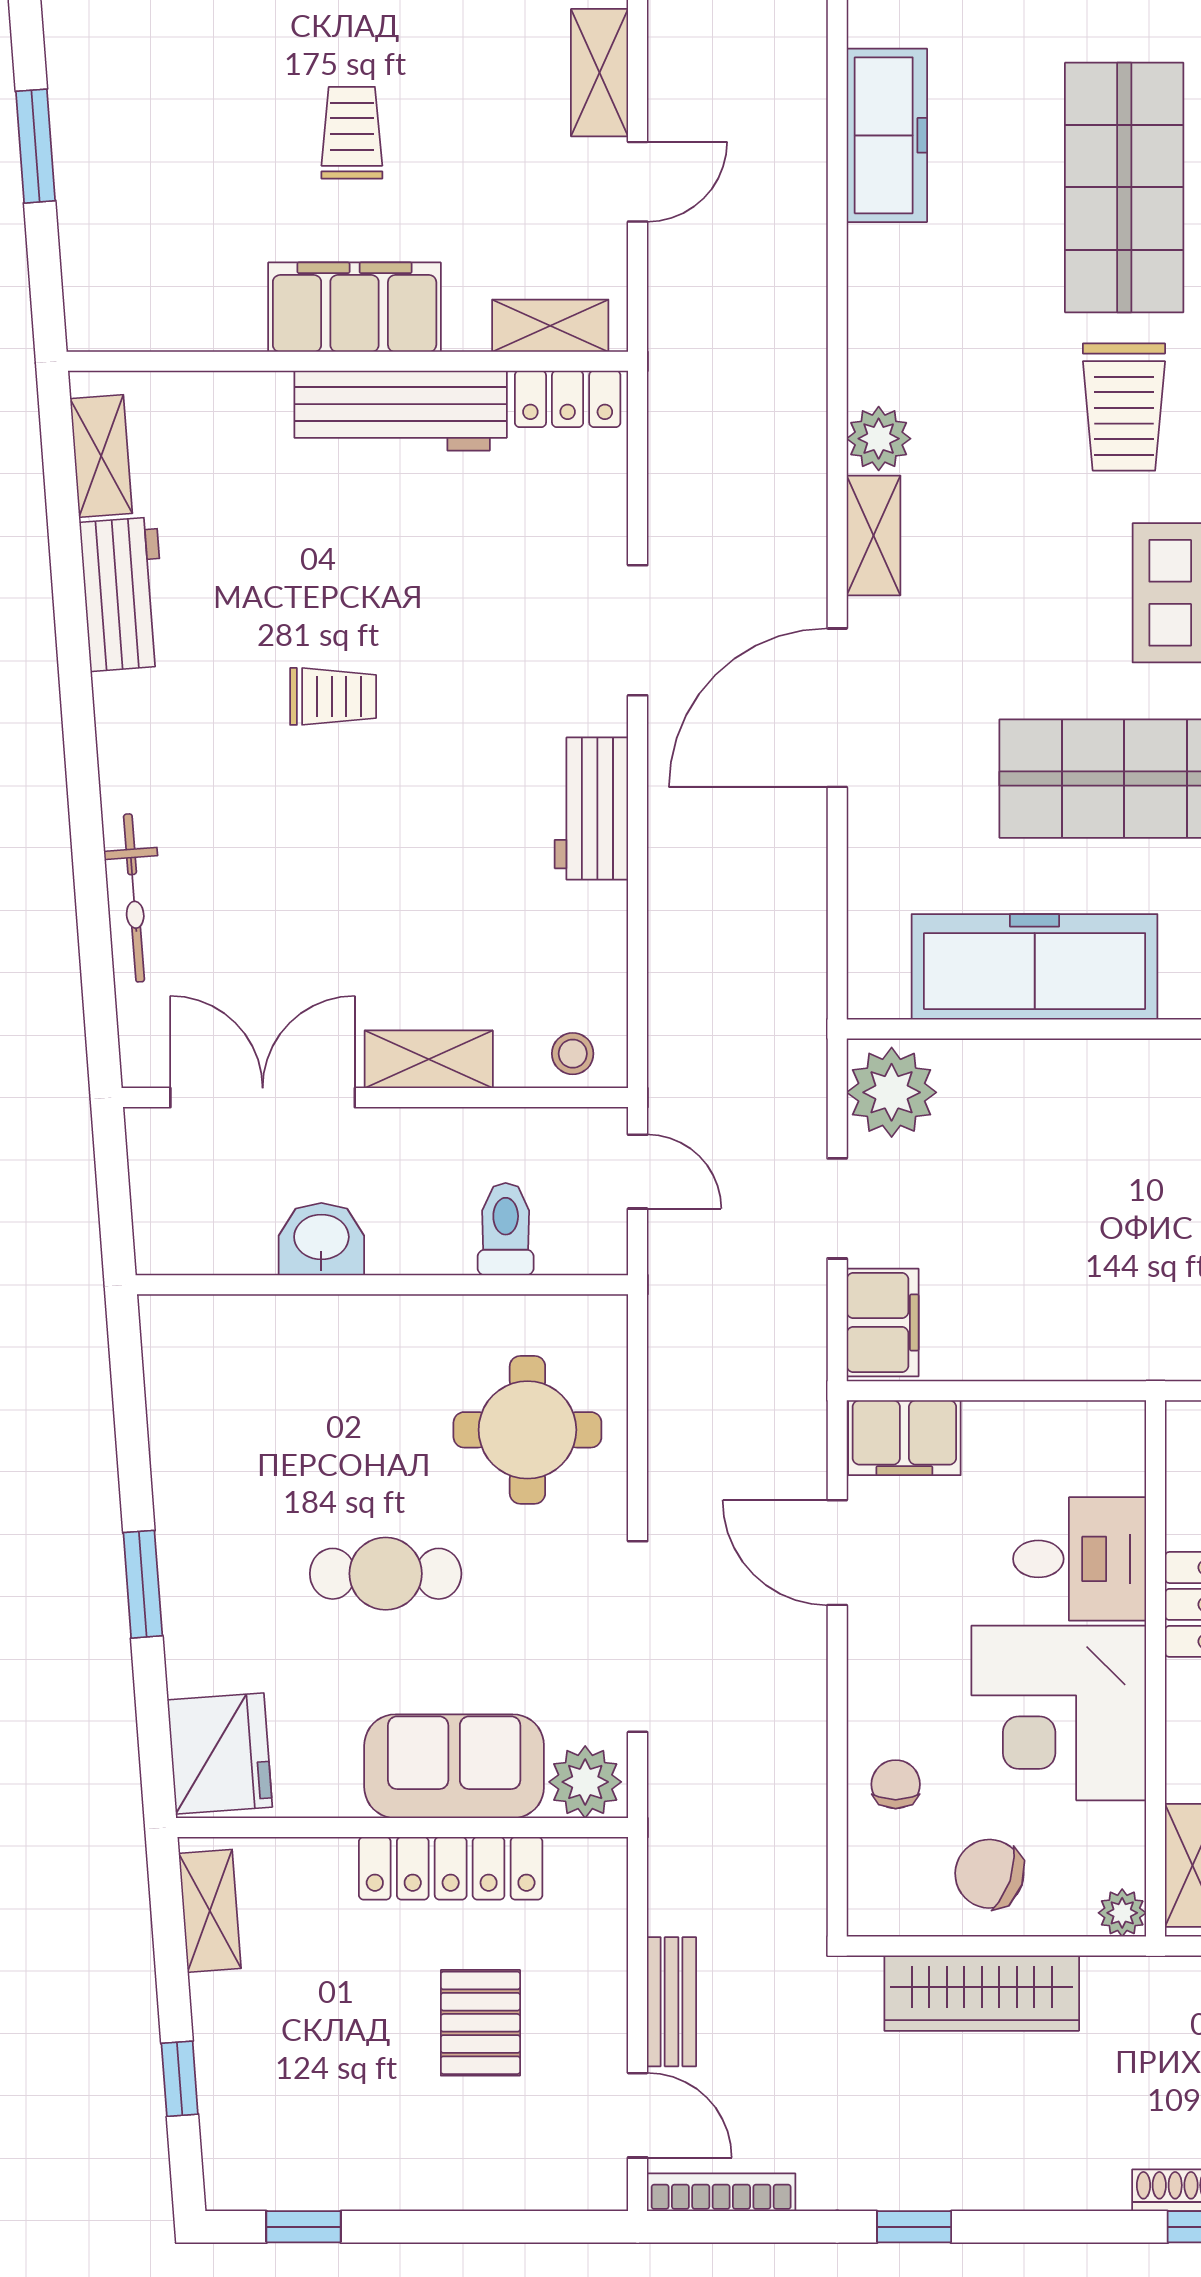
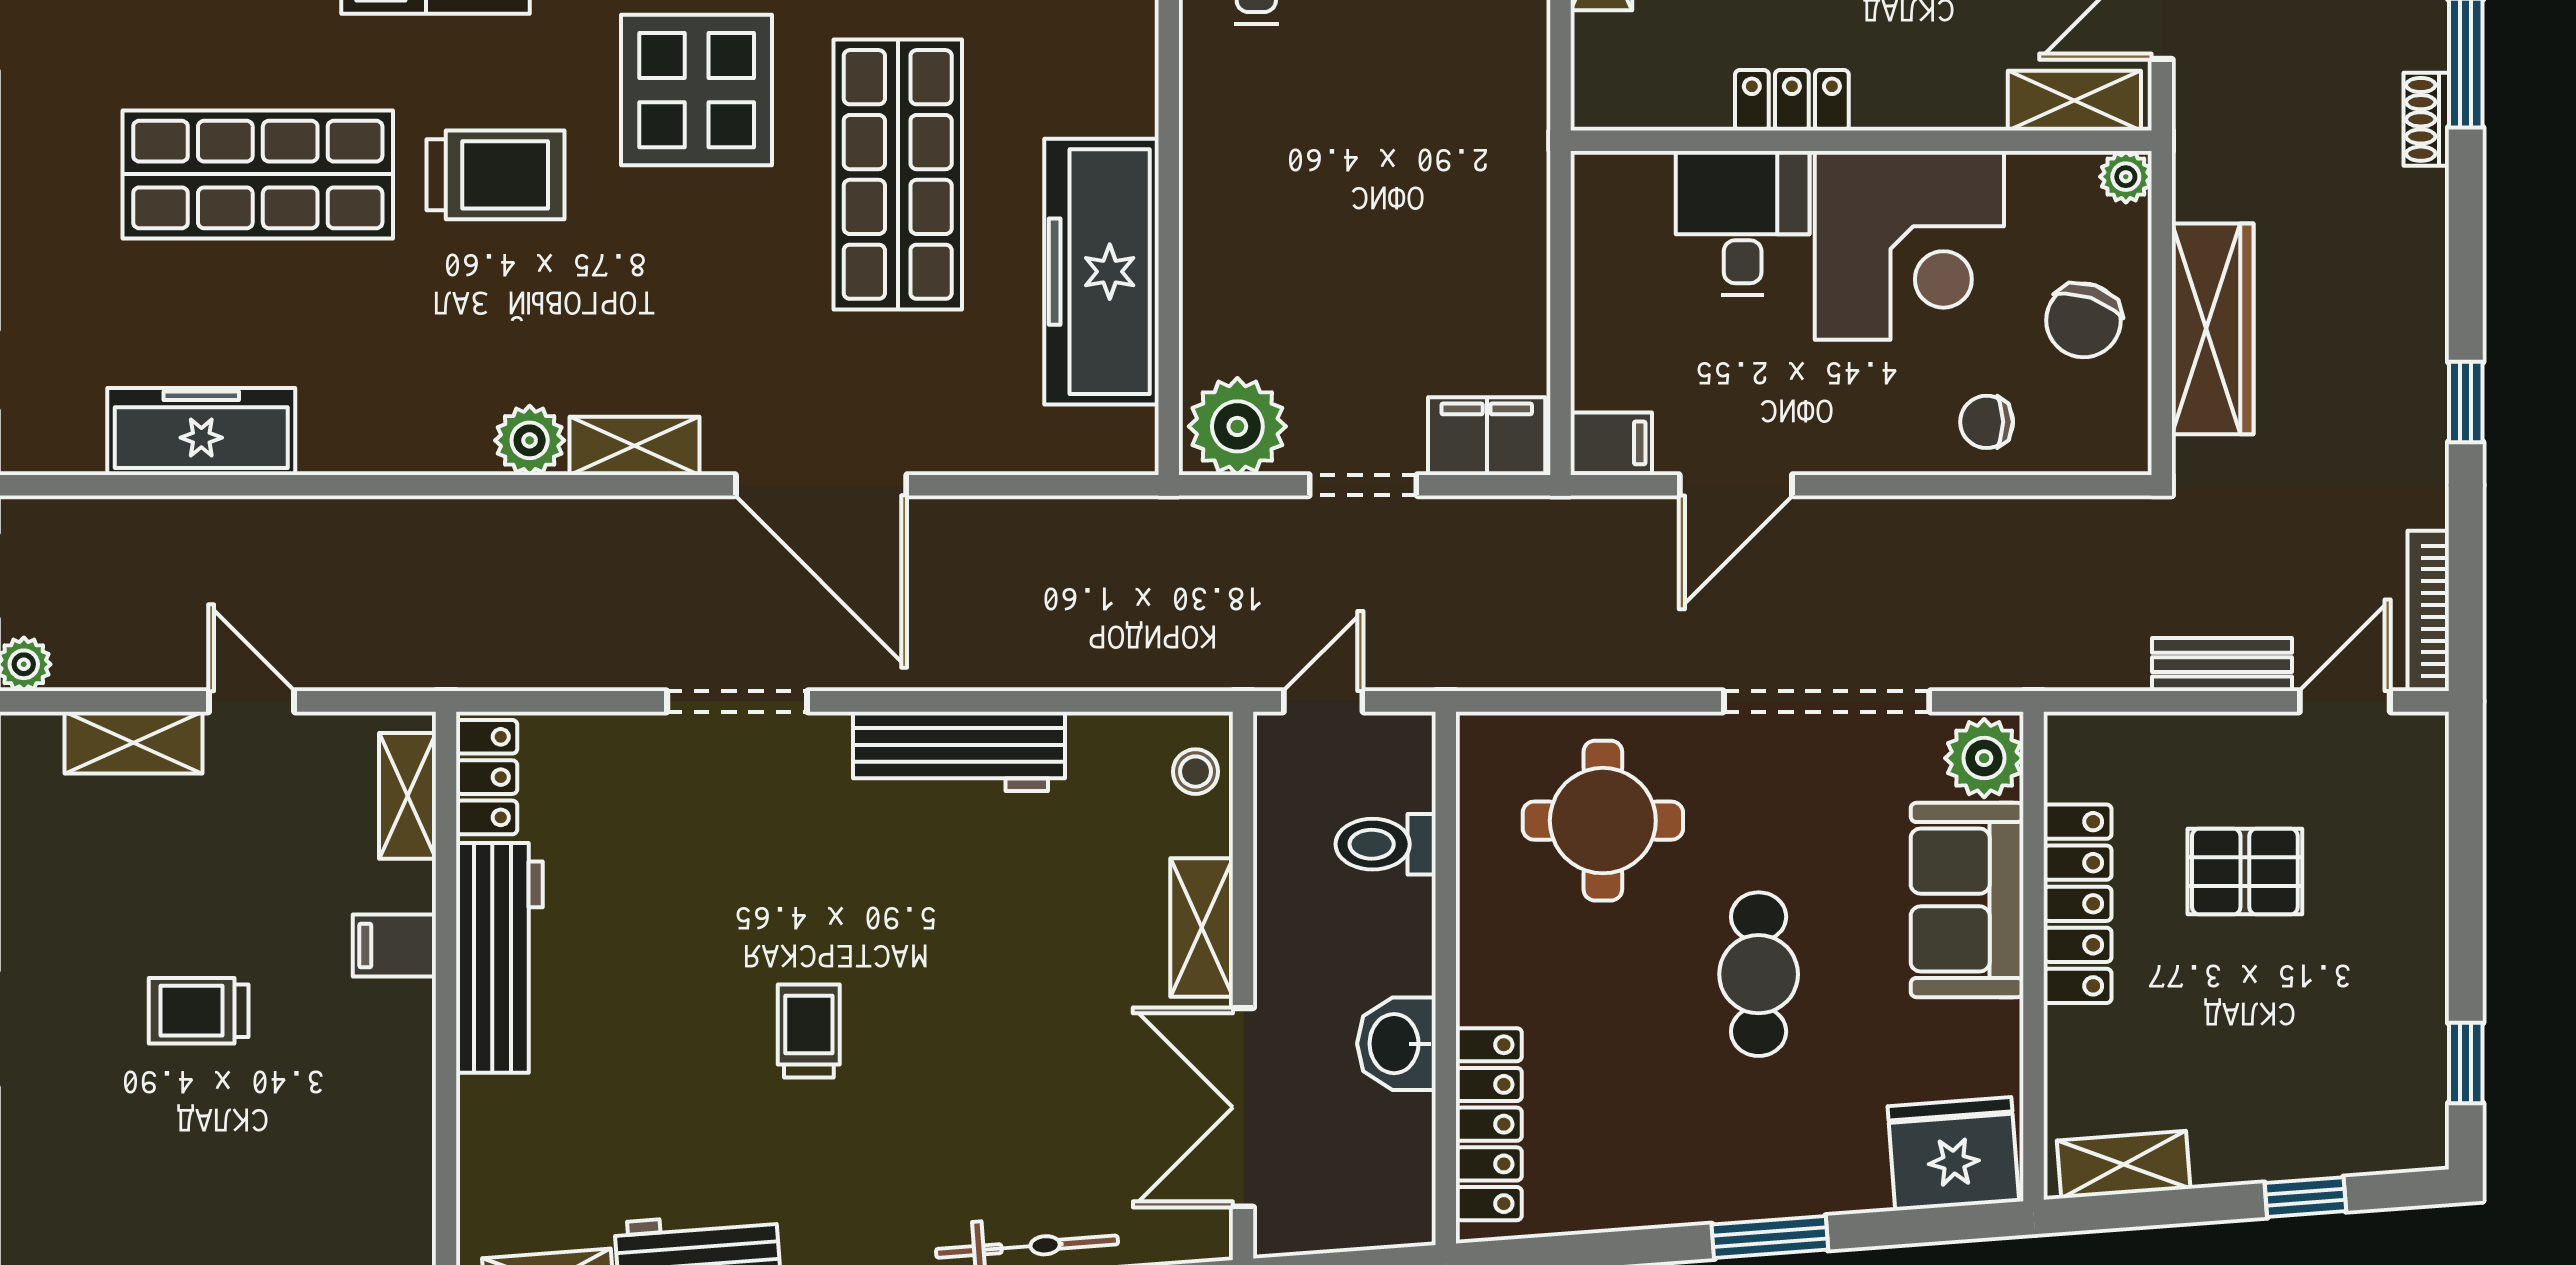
filing cabinet: (355, 307) -> (394, 945), width x0.33, depth x0.86
workbench: (591, 809) -> (959, 751), width x1.38
locker: (247, 1324) -> (1489, 1124), added
filing cabinet: (904, 1438) -> (1611, 443), width x0.50

